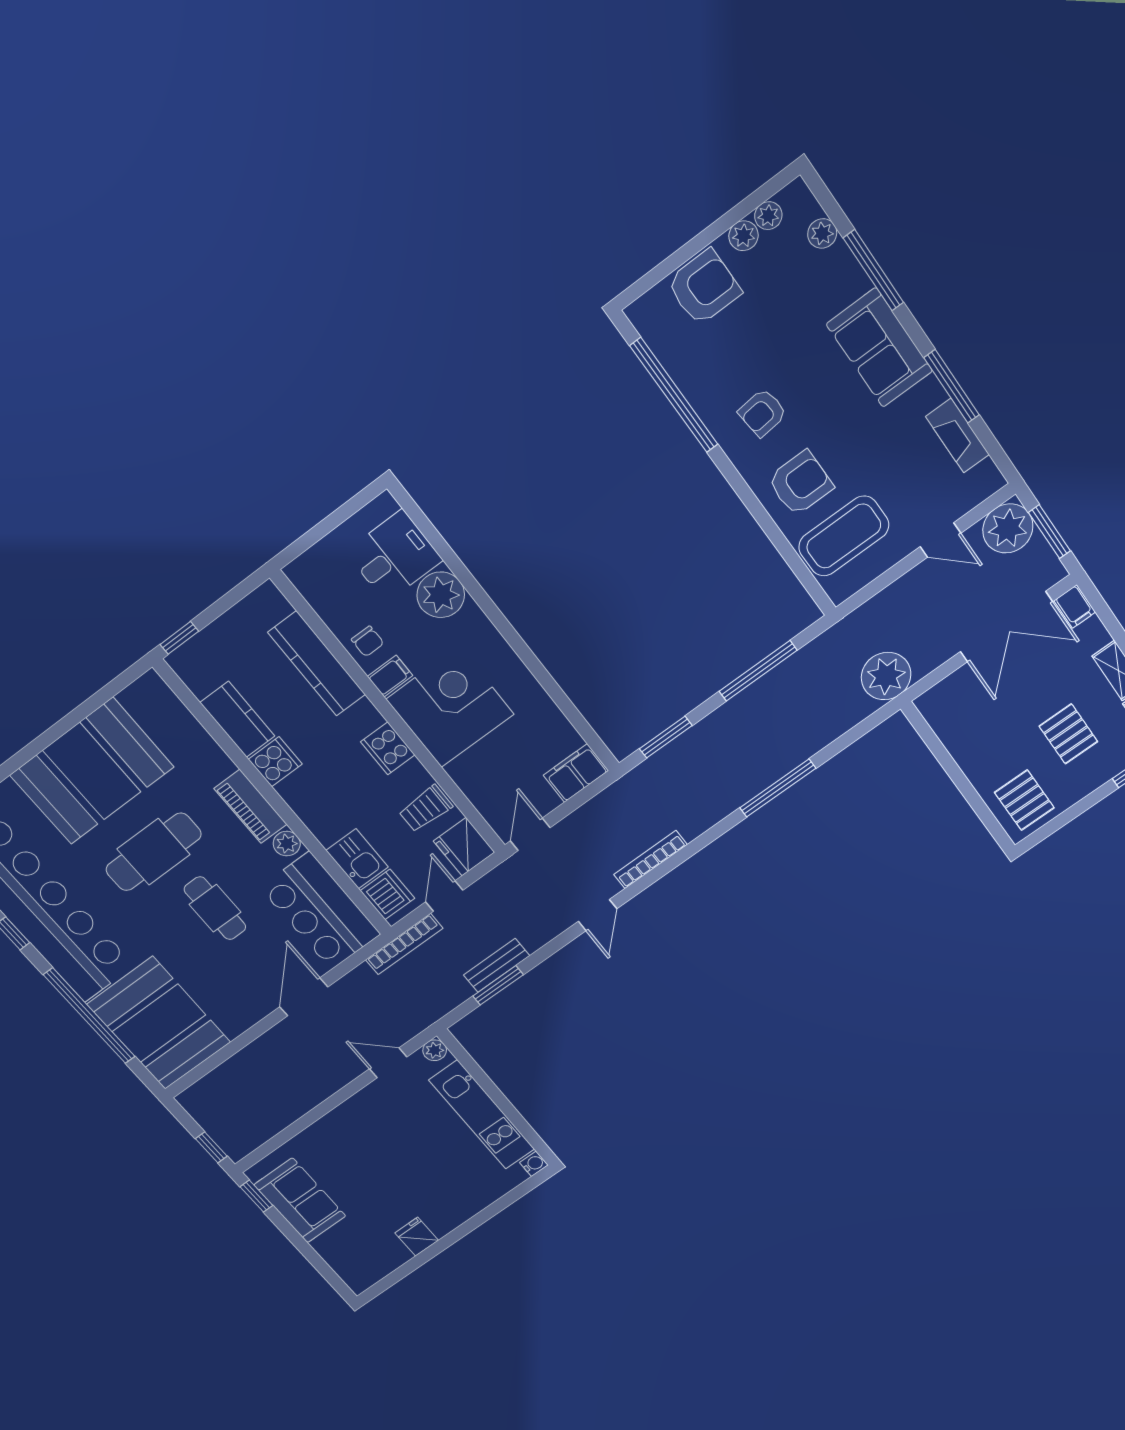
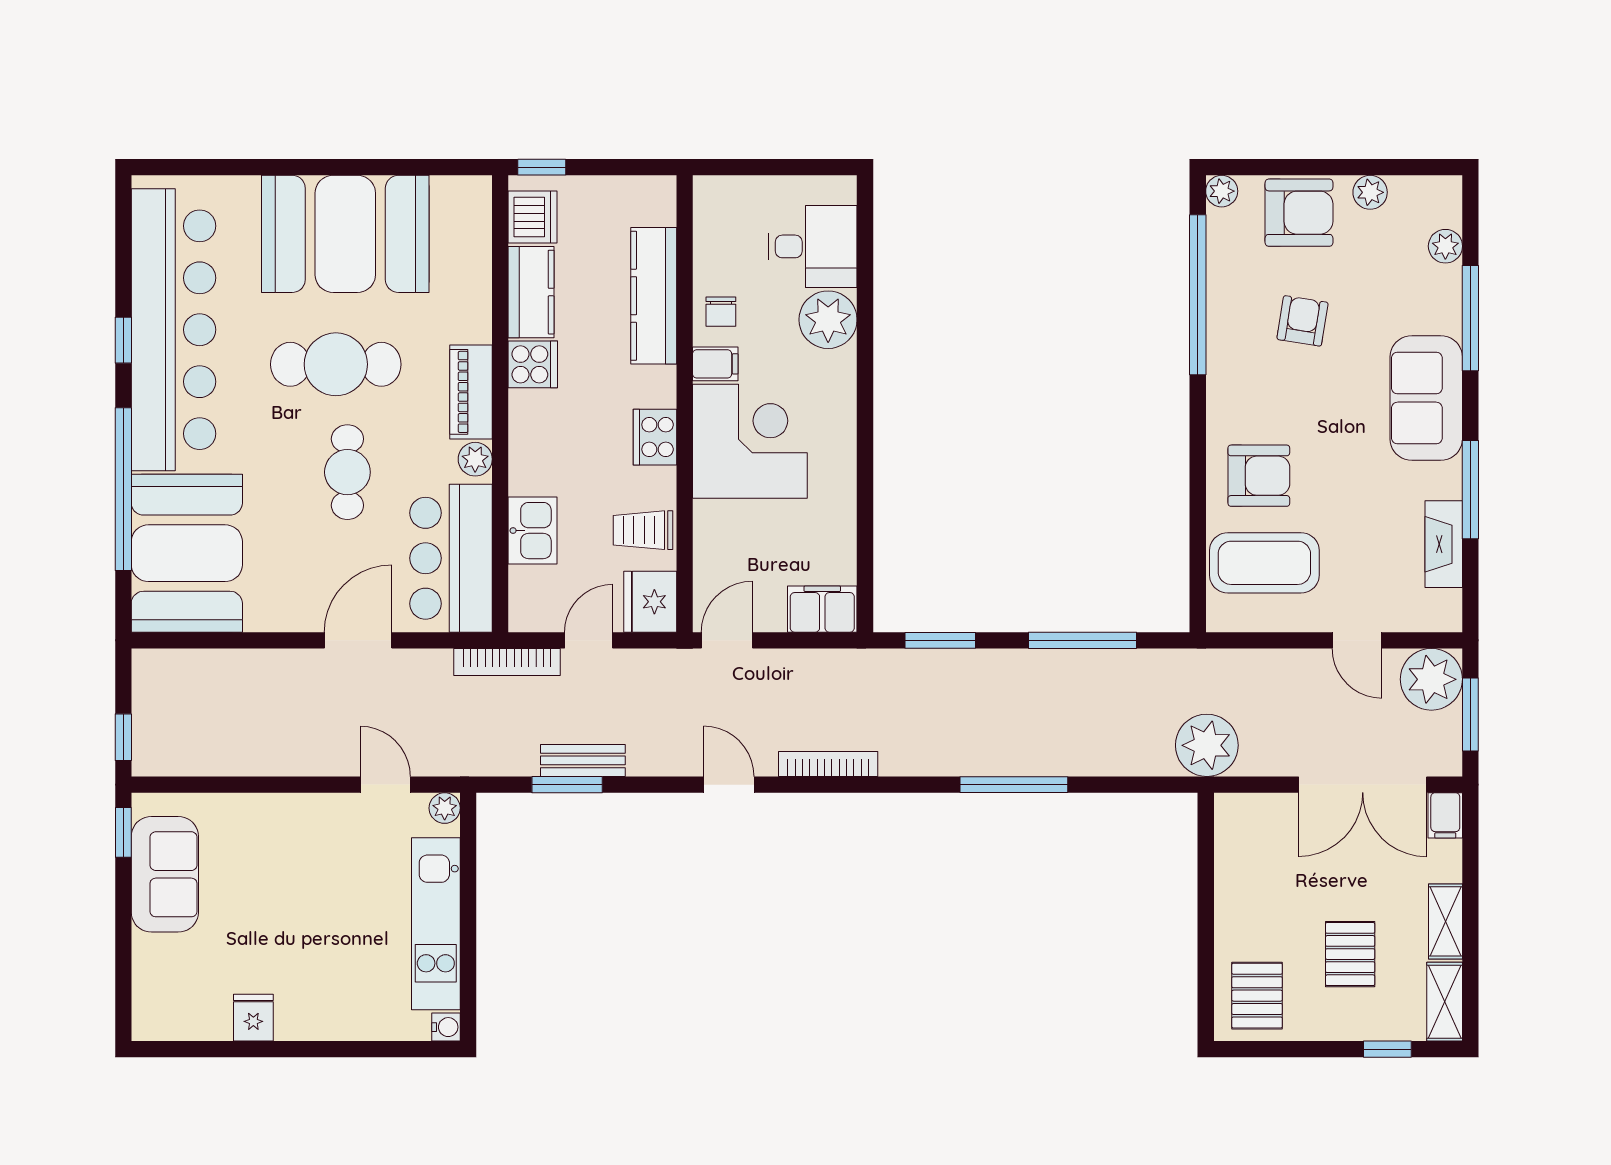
plant: (768, 216) -> (1222, 191), moved
armchair: (762, 413) -> (1302, 321), moved, turned 105
dishwasher: (387, 894) -> (533, 217), moved
door: (598, 915) -> (729, 785), swing flipped

